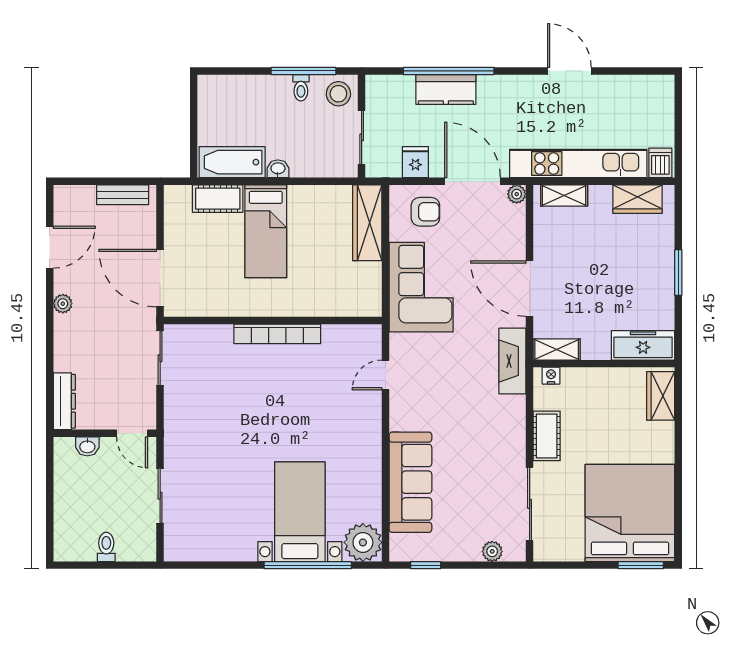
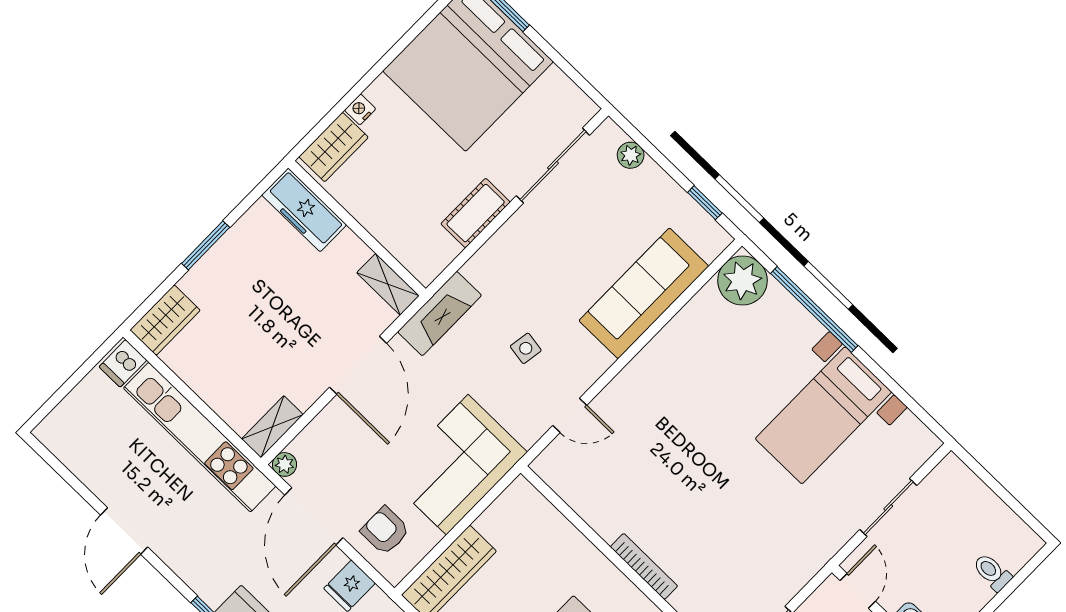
shelving: (564, 195) -> (272, 427), moved, turned 90
wardrobe: (638, 199) -> (165, 320), moved, turned 90
bookcase: (277, 334) -> (644, 566), width x0.68, depth x0.76
nightstand: (551, 376) -> (360, 109), moved, turned 90
side table: (446, 388) -> (526, 348), added
bed with nightstands: (300, 512) -> (824, 415), moved
toilet: (106, 547) -> (992, 572), moved, turned 90

